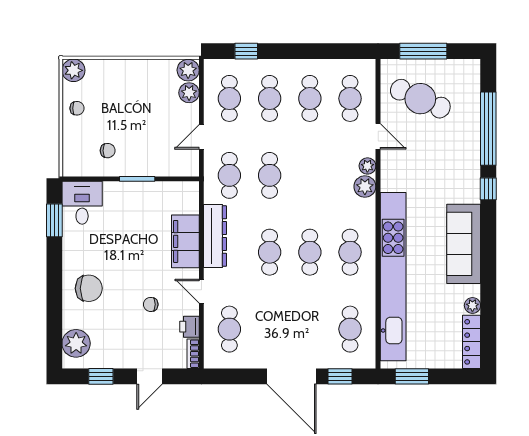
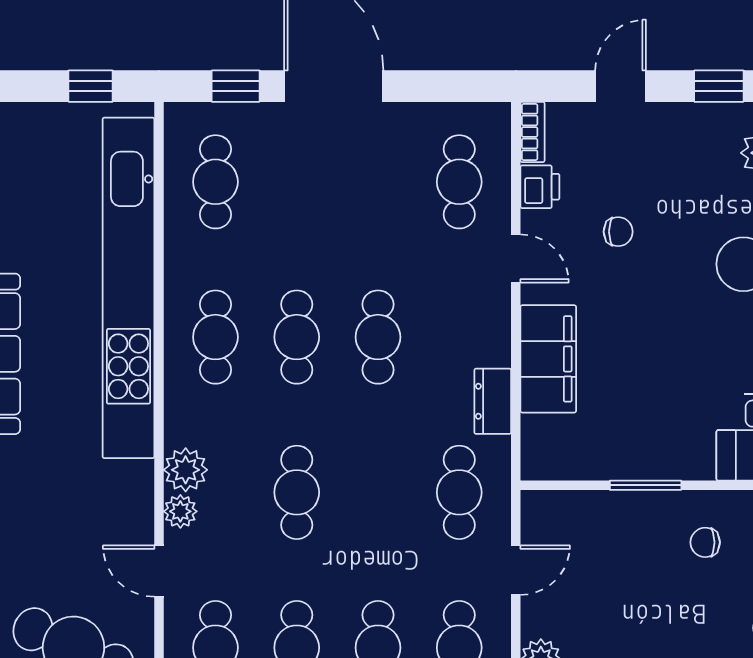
cafe table: (270, 175) -> (297, 492), moved
dresser: (215, 236) -> (493, 401), width x0.51, depth x0.80
window: (412, 376) -> (91, 86), width x0.67

